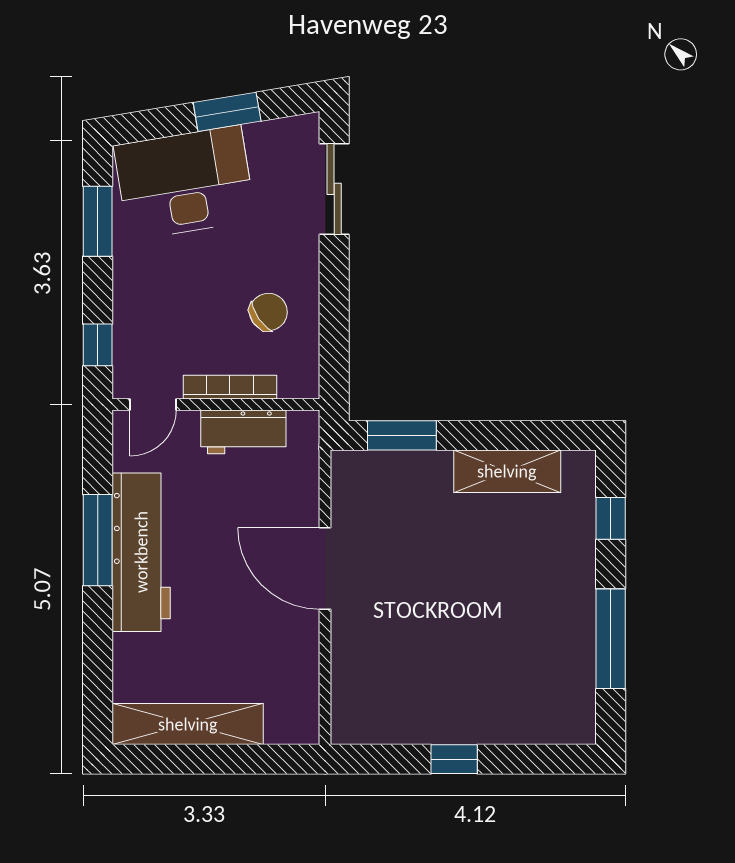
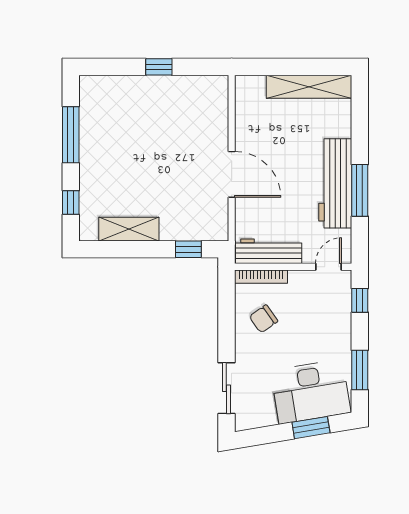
window: (227, 112) -> (311, 428), moved
bookcase: (230, 387) -> (261, 277), moved
workbench: (243, 432) -> (269, 251), width x1.38
window: (402, 435) -> (188, 249), width x0.67

